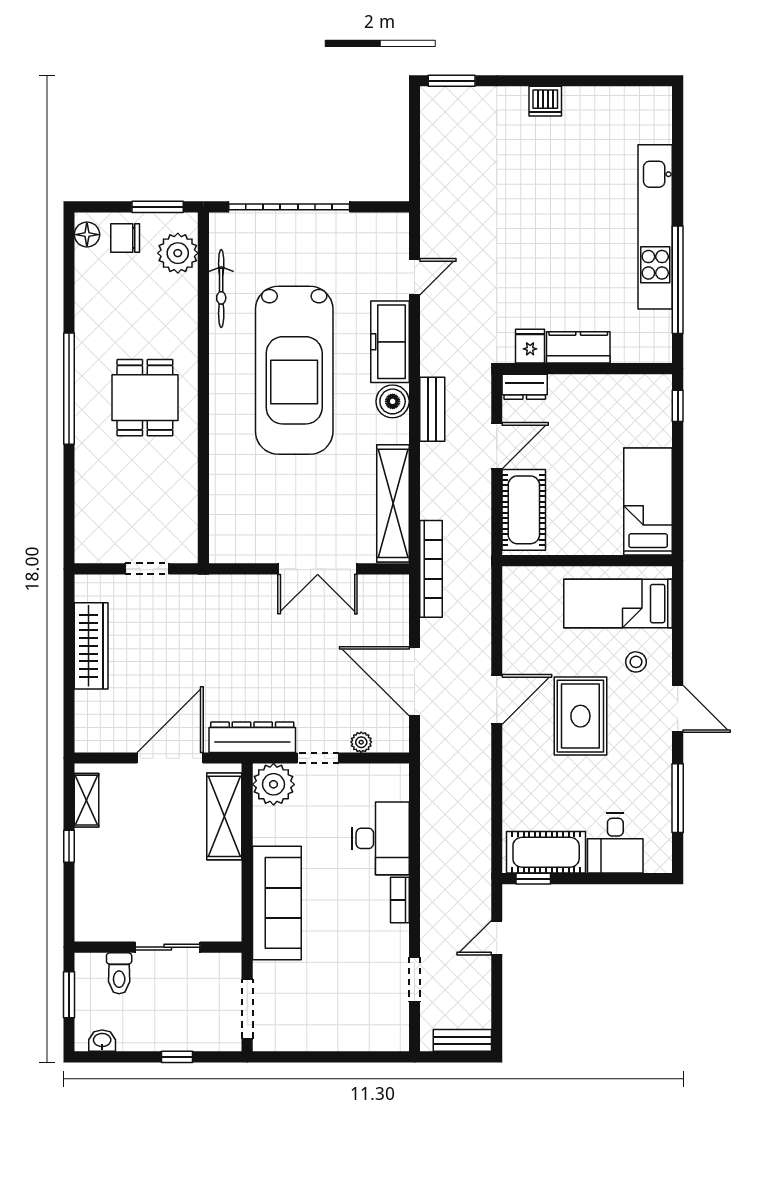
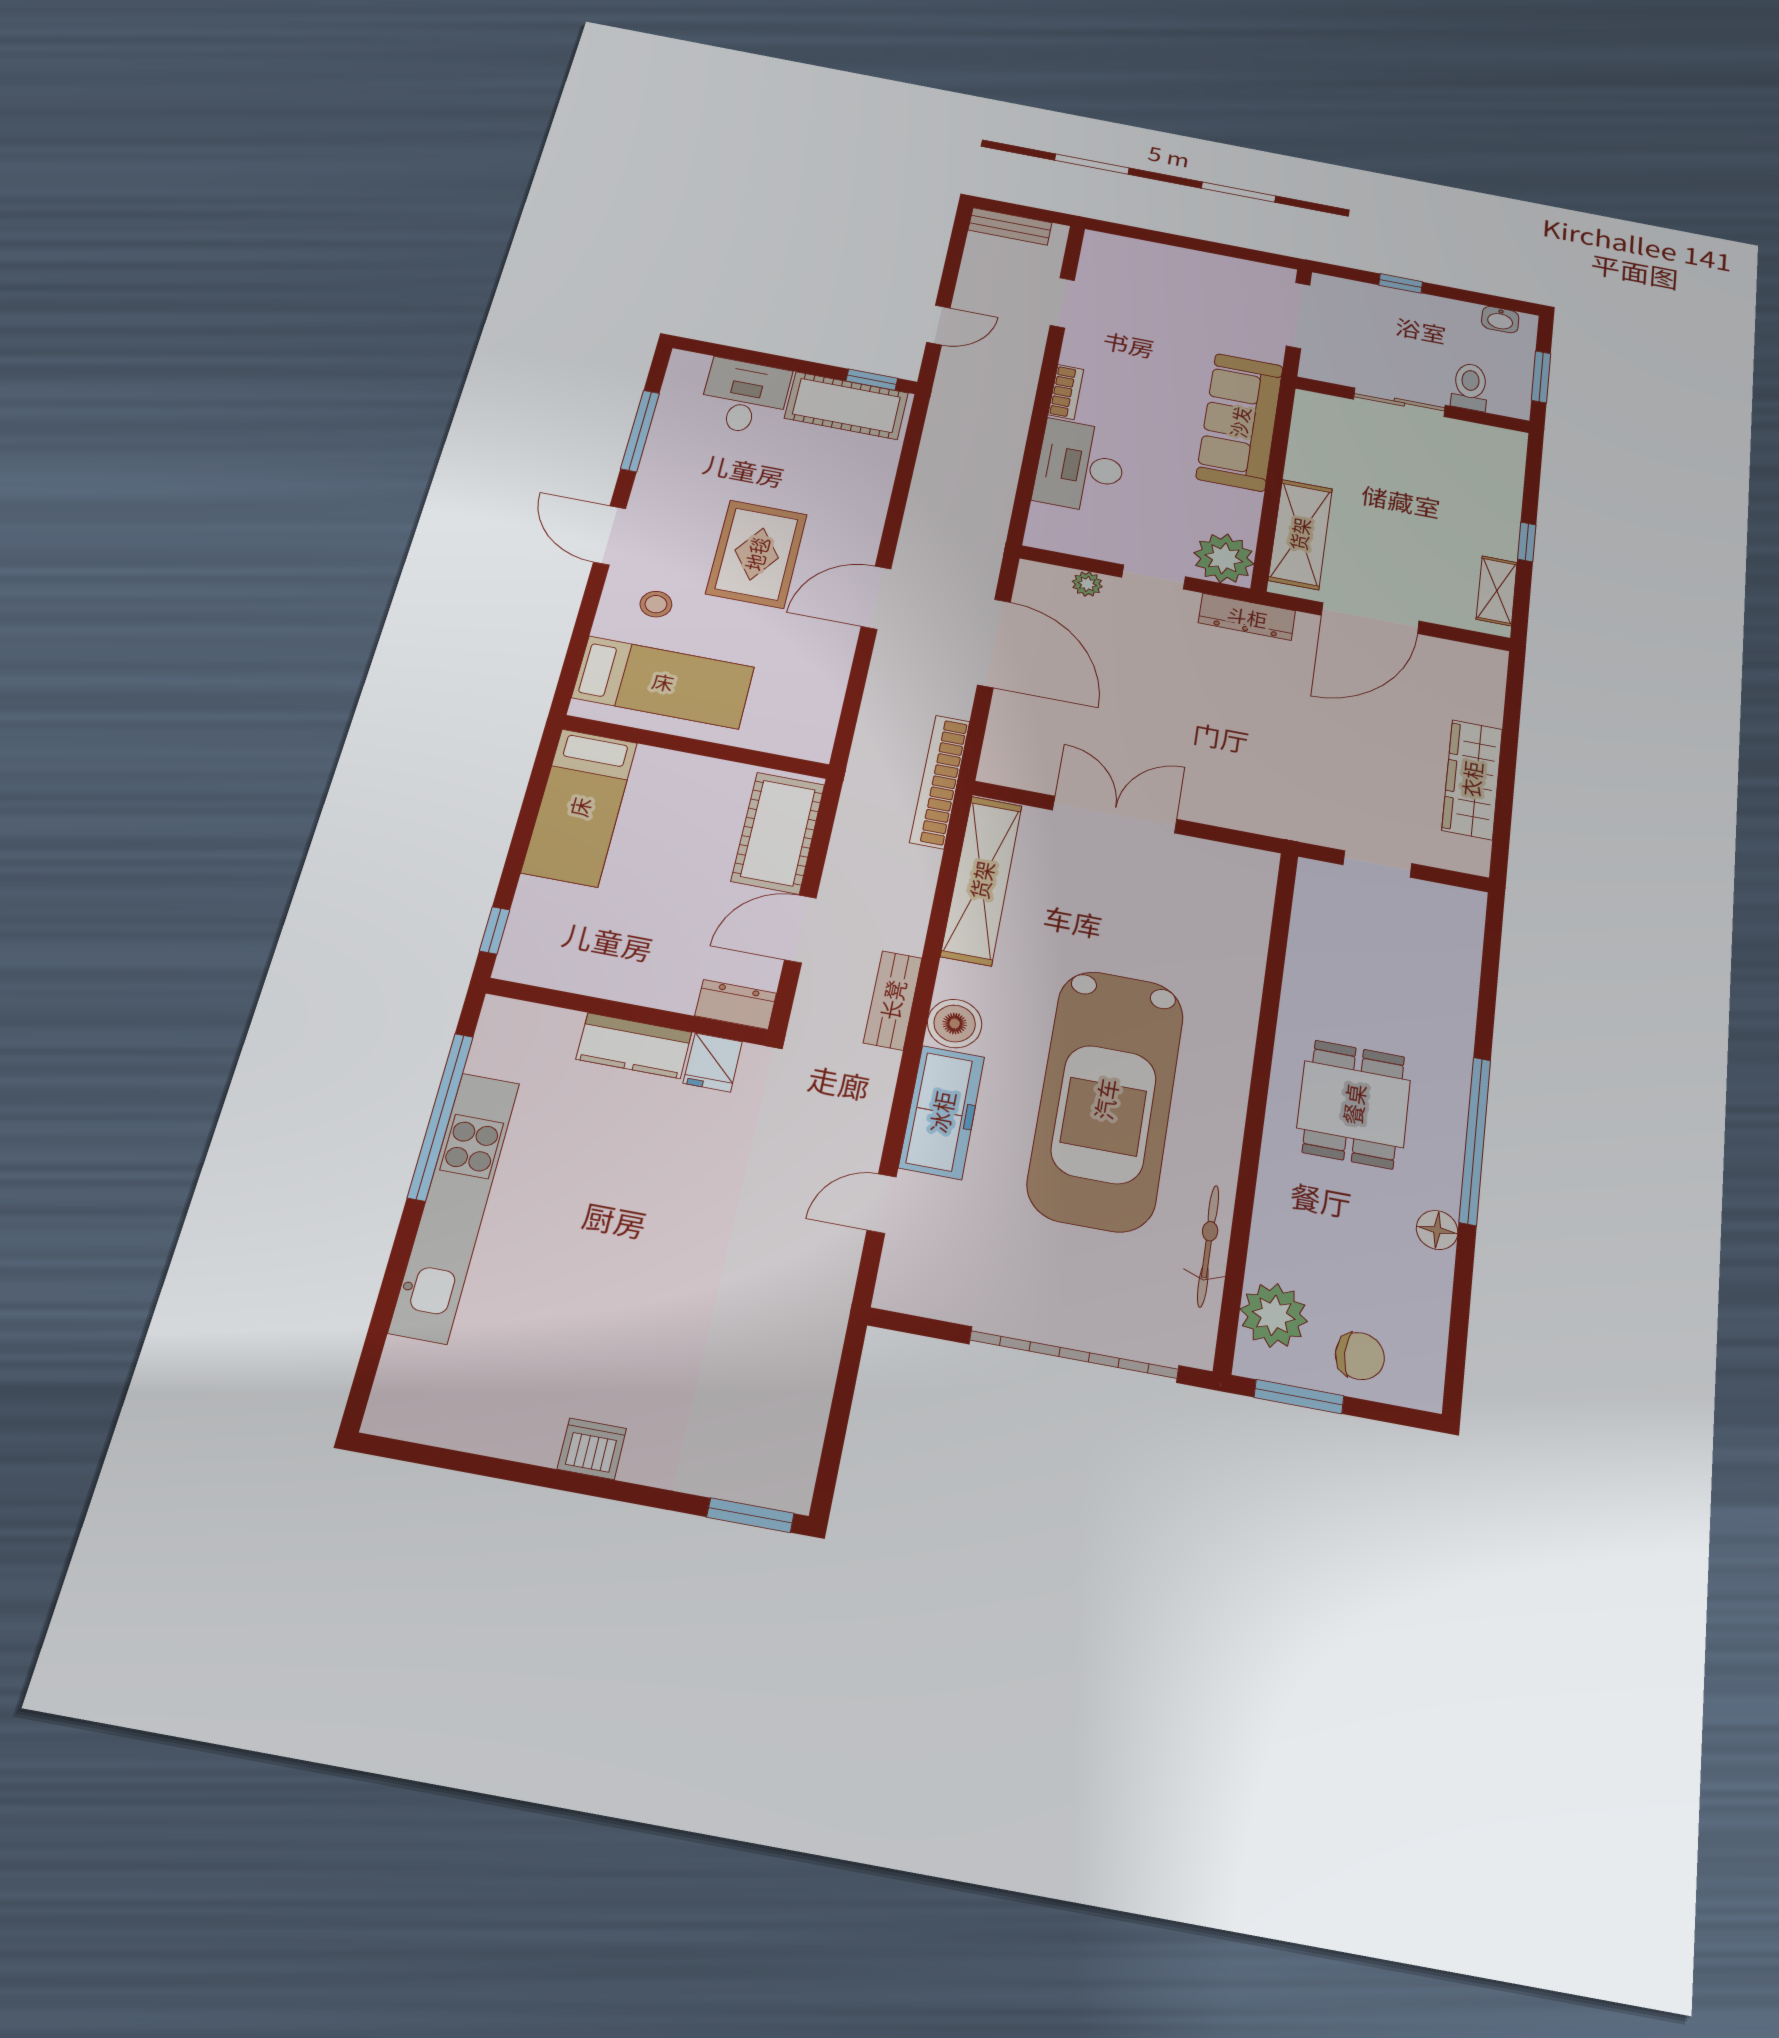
floor lamp: (87, 235) -> (1437, 1230), moved
car: (294, 370) -> (1106, 1099), turned 180
dresser: (252, 737) -> (1247, 617), width x0.73, depth x0.80

